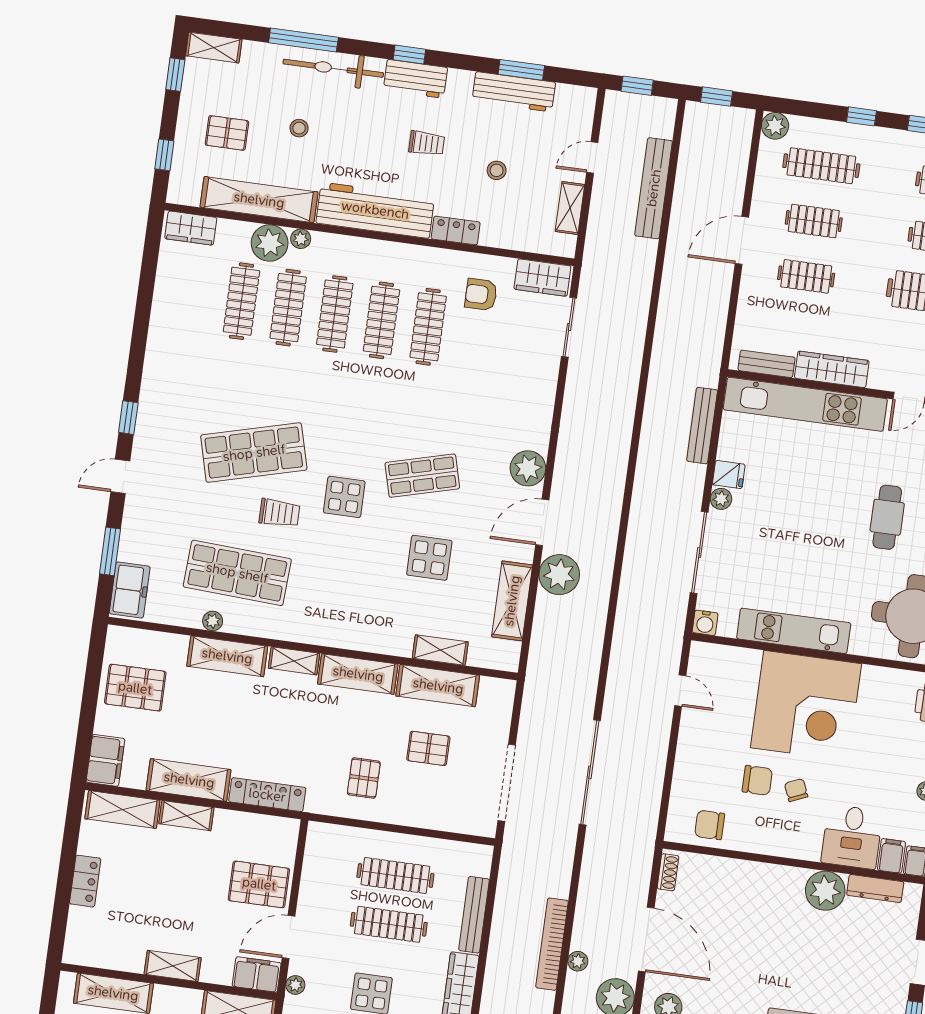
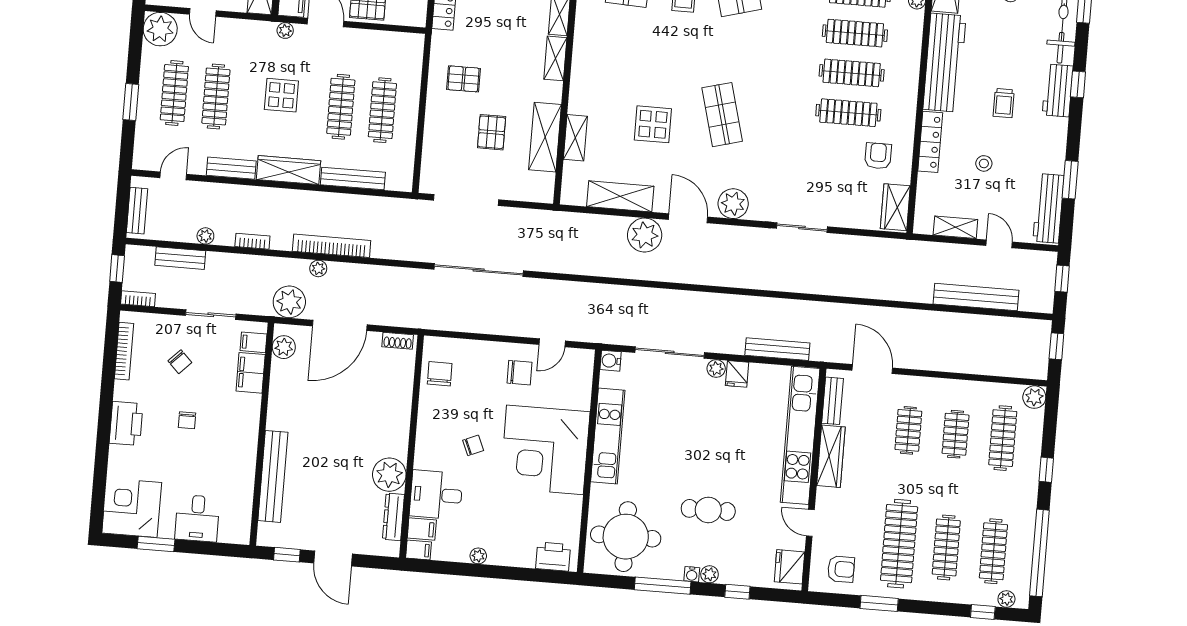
workbench: (514, 92) -> (1048, 208), moved
locker: (456, 230) -> (930, 142), width x1.53
door: (742, 240) -> (872, 369), moved
sliding door: (569, 327) -> (802, 228), moved
display table: (344, 497) -> (701, 49), removed
shelving: (358, 674) -> (555, 58), width x0.67, depth x0.75
chair: (757, 780) -> (519, 373), moved, turned -90

